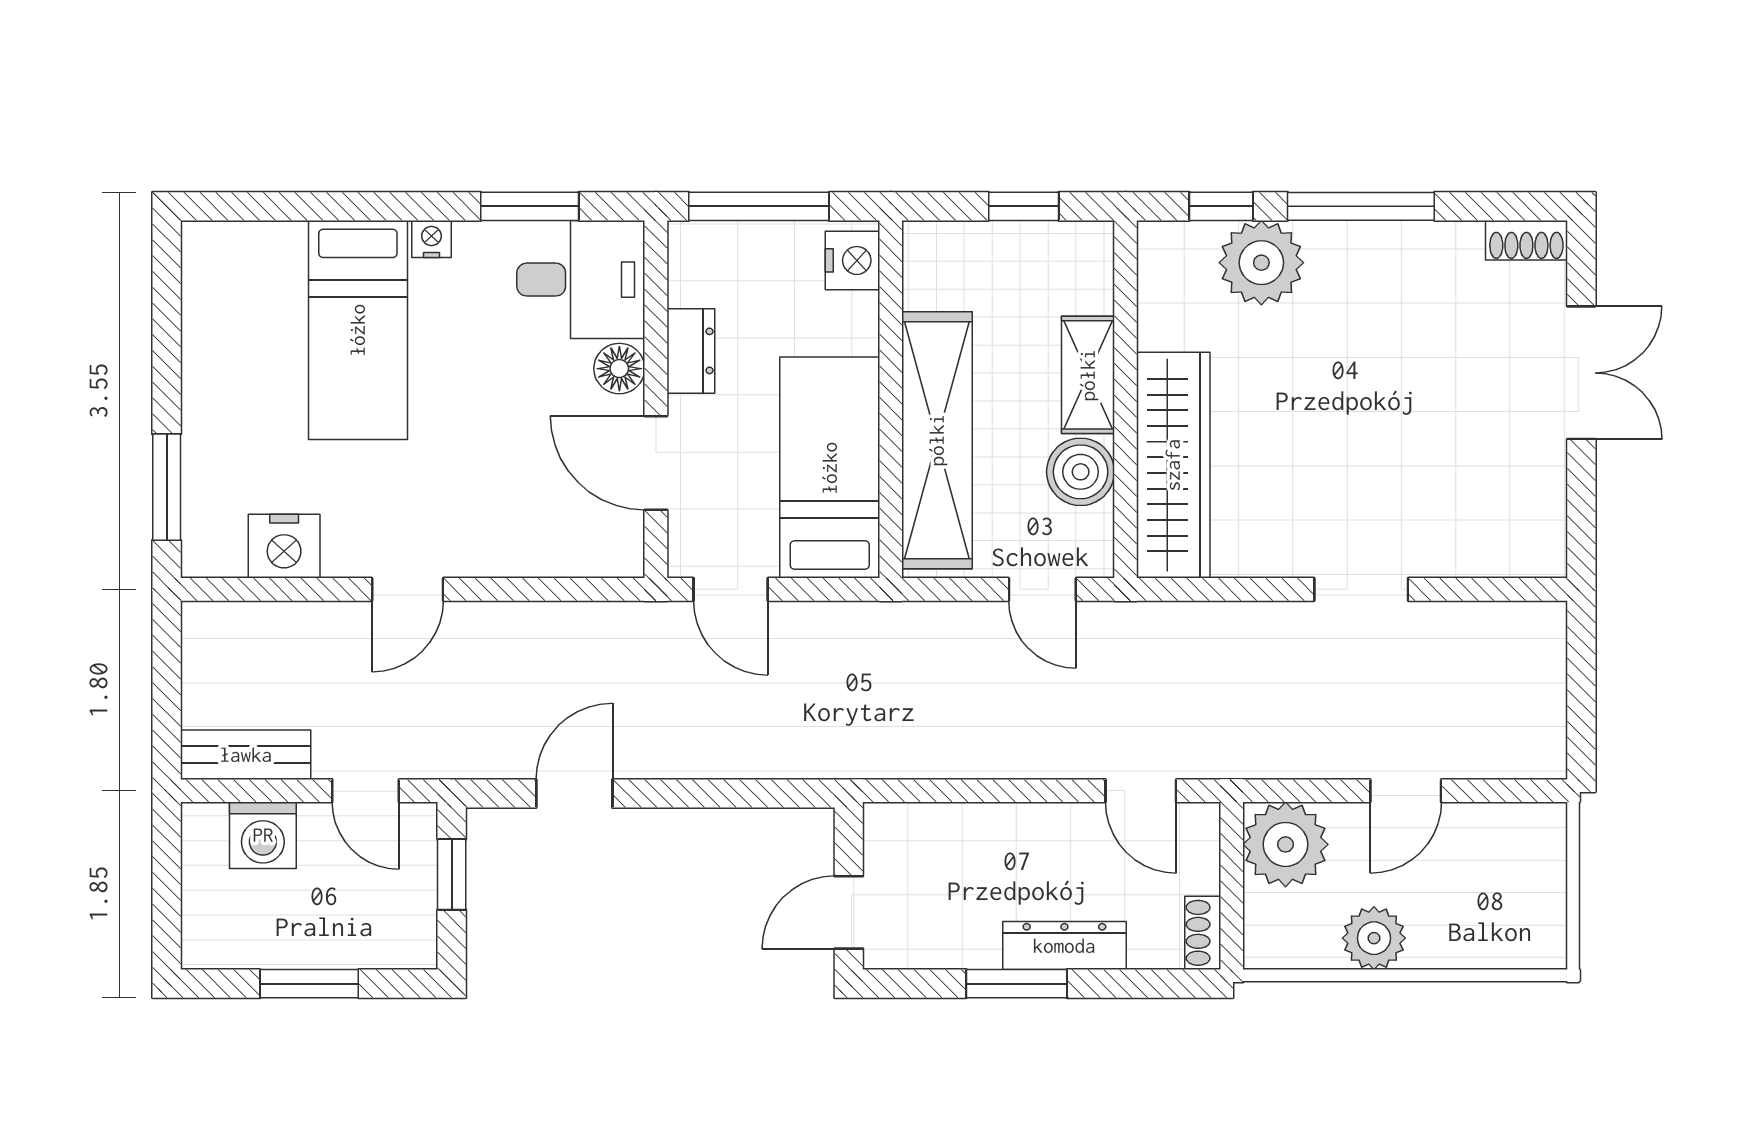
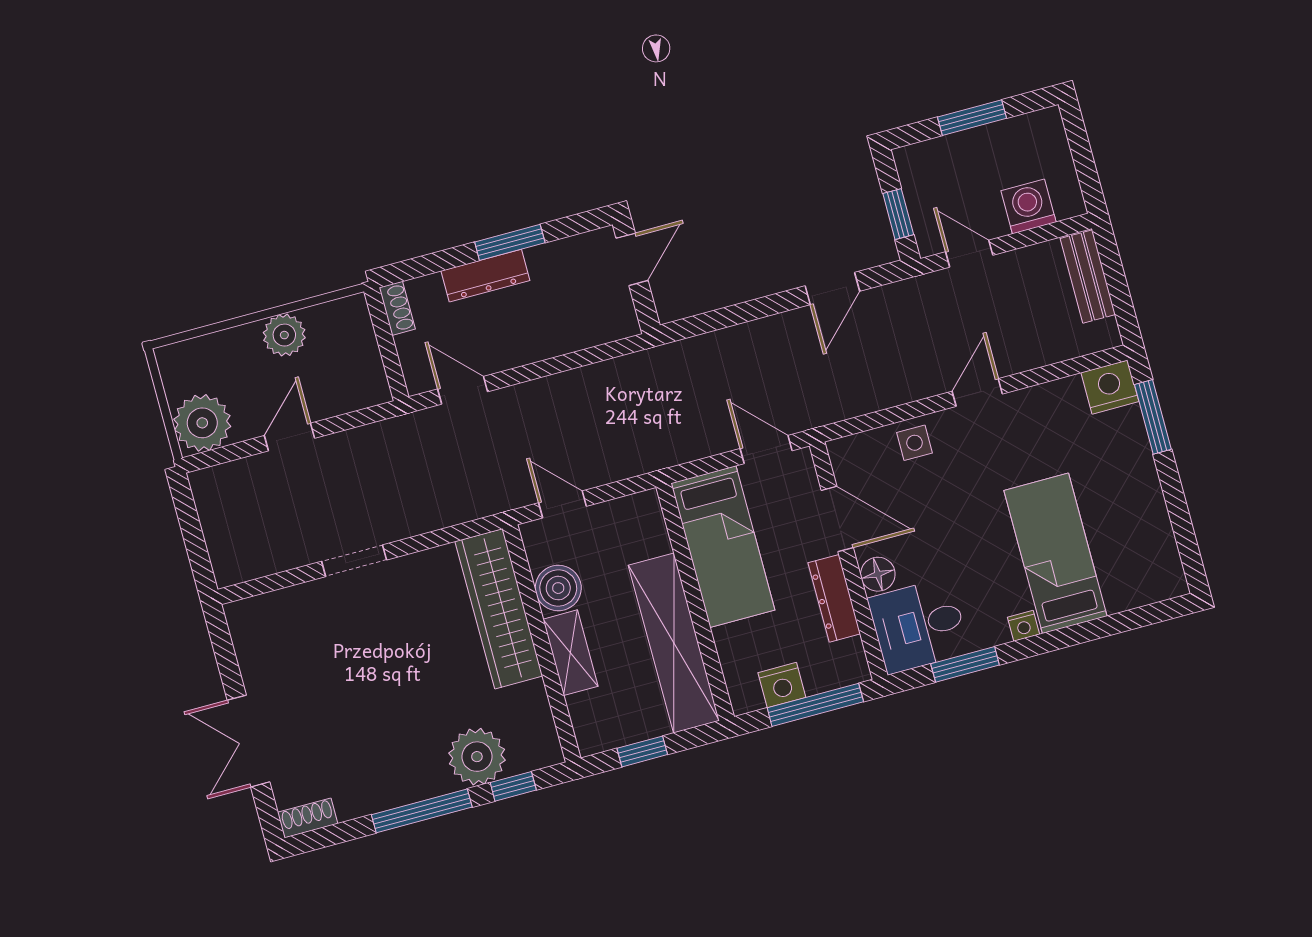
nightstand: (852, 260) -> (782, 685), moved, turned -90
dresser: (691, 351) -> (834, 598), width x1.44
shelving: (937, 440) -> (674, 643), moved
side table: (516, 542) -> (915, 443), added
nightstand: (284, 546) -> (1110, 387), moved
bench: (246, 755) -> (1088, 276), moved, turned 90
plant: (1286, 844) -> (202, 423), moved

